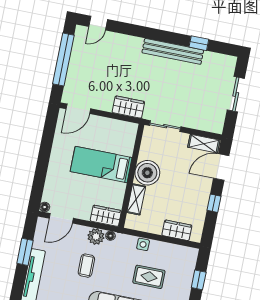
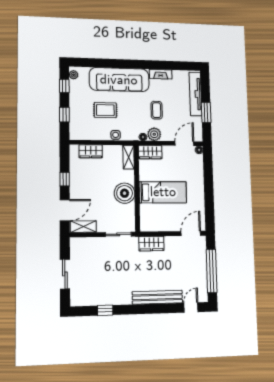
bench: (173, 51) -> (157, 297), moved
shelving: (136, 199) -> (129, 157), moved

